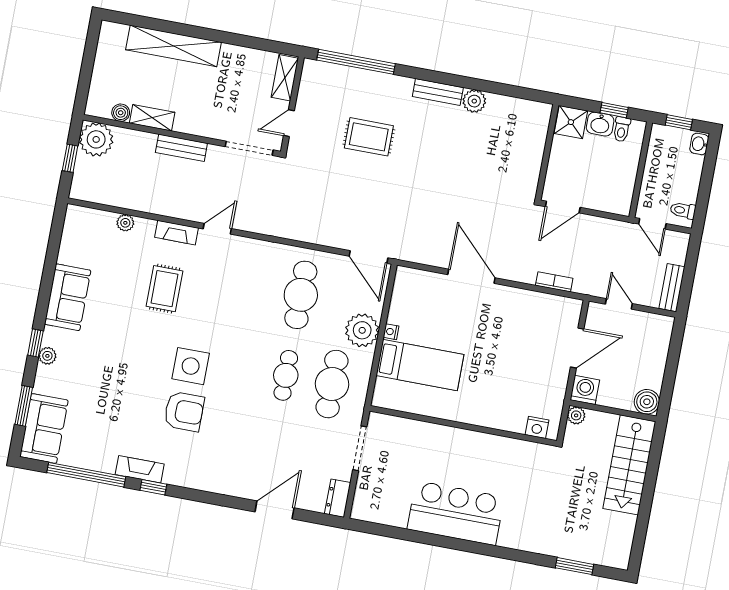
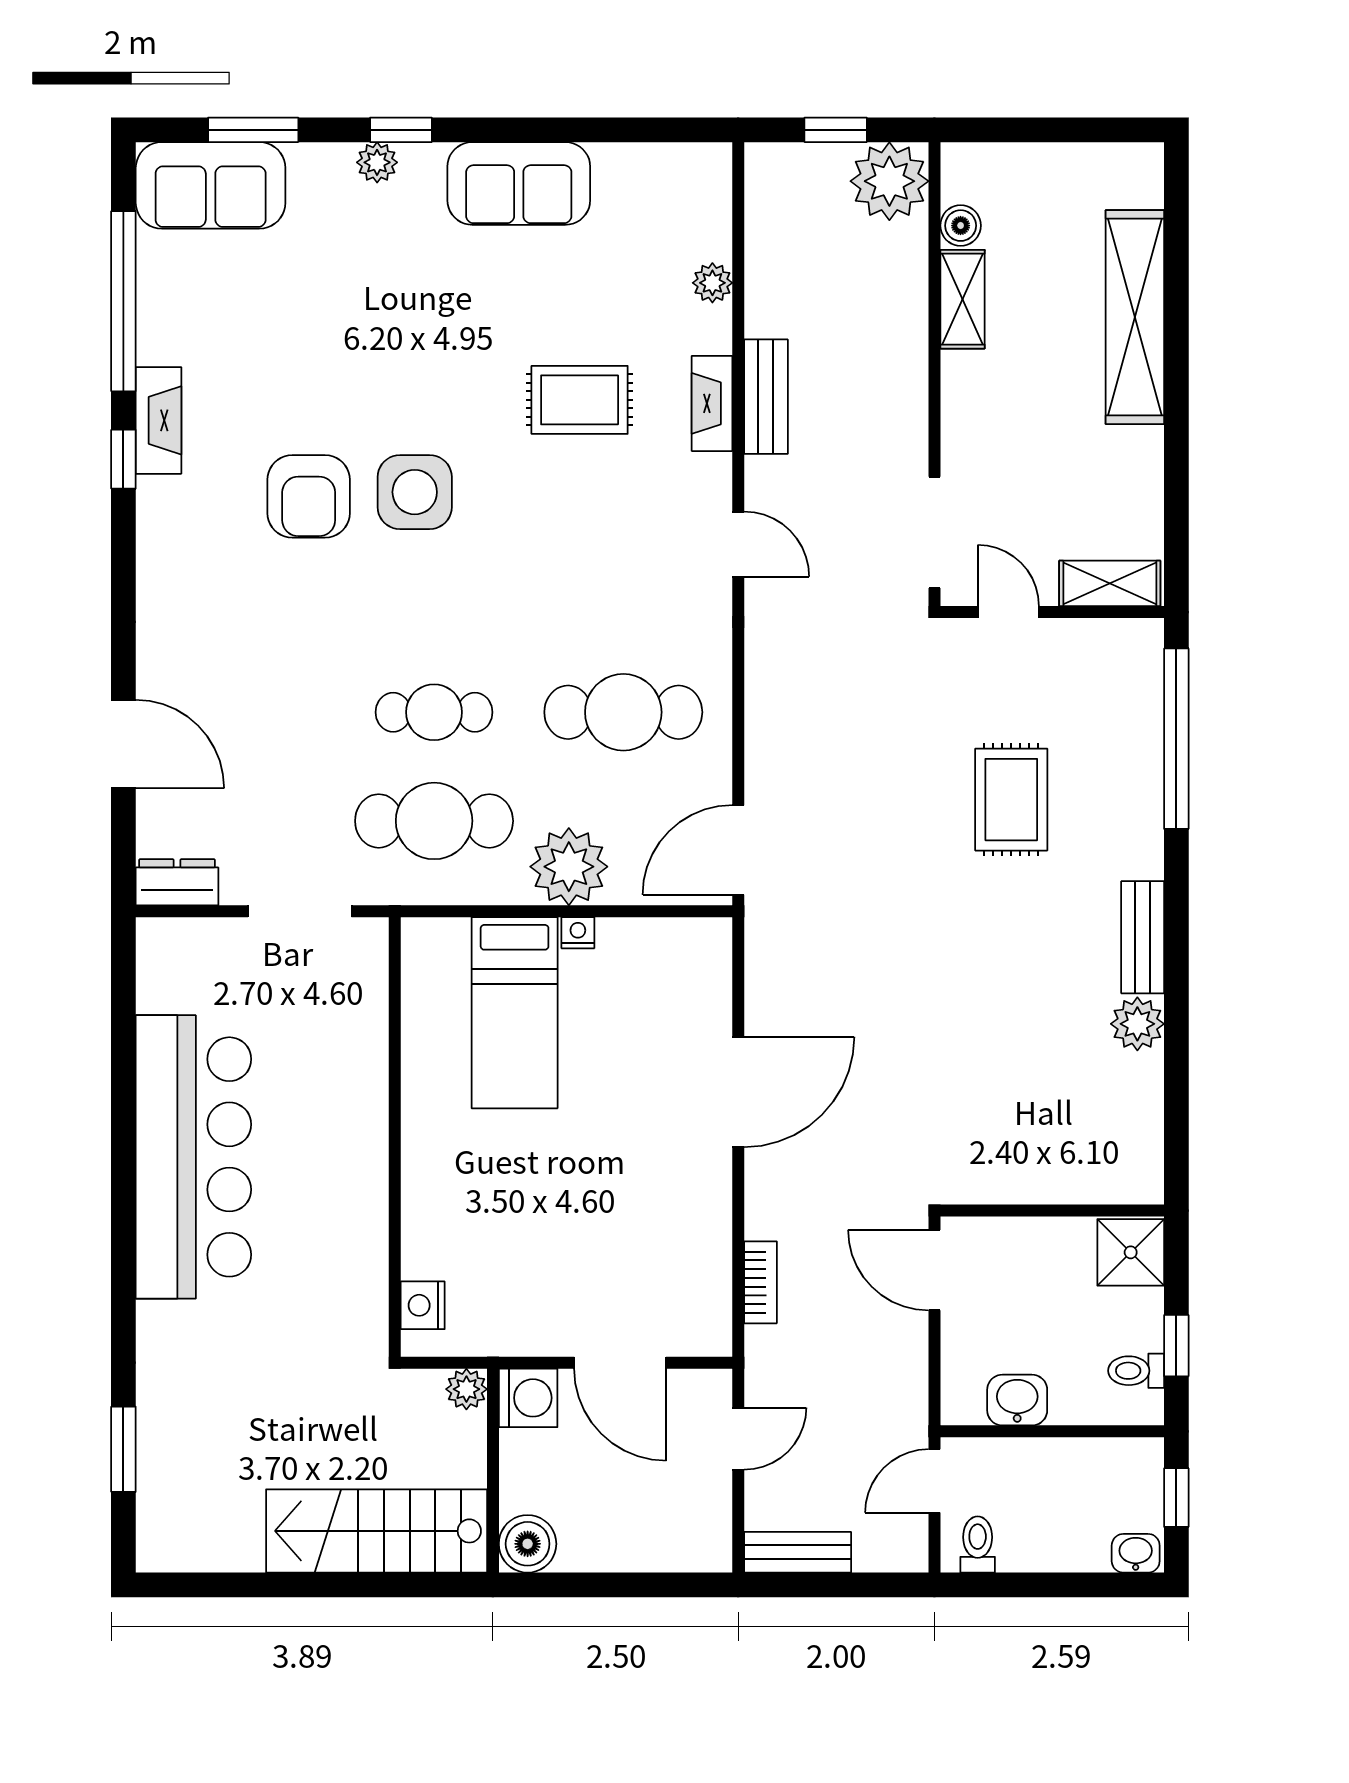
washbasin: (600, 124) -> (1017, 1400), moved, turned 90
bench: (181, 148) -> (766, 397), moved
door: (217, 229) -> (738, 544), moved
bar counter: (456, 513) -> (193, 1157), width x1.36

